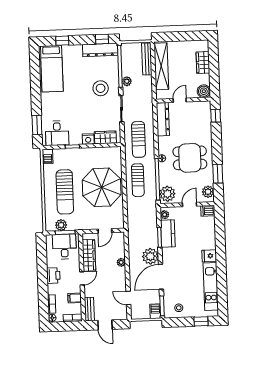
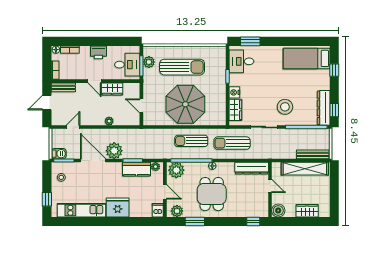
plant: (127, 81) -> (291, 133), removed
barbecue: (48, 157) -> (218, 51), removed
sun lounger: (65, 192) -> (182, 67), turned 180
wardrobe: (89, 255) -> (112, 89), width x0.67
fridge: (209, 256) -> (118, 207), width x1.88, depth x1.34
filing cabinet: (75, 298) -> (75, 73), removed

